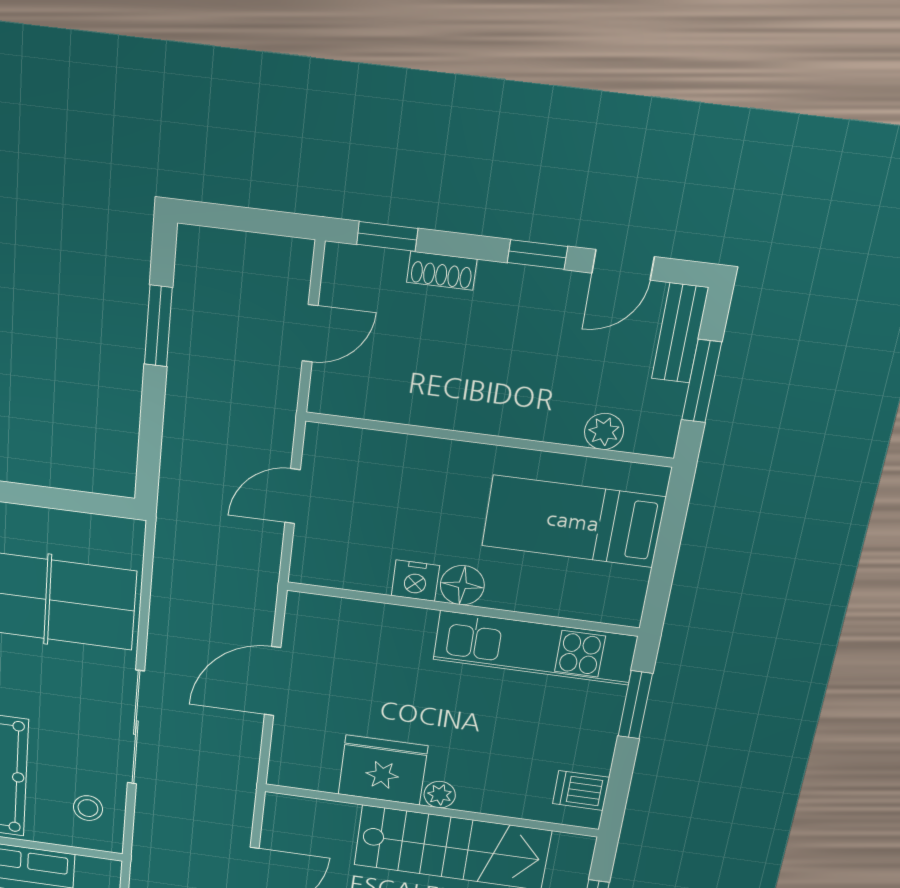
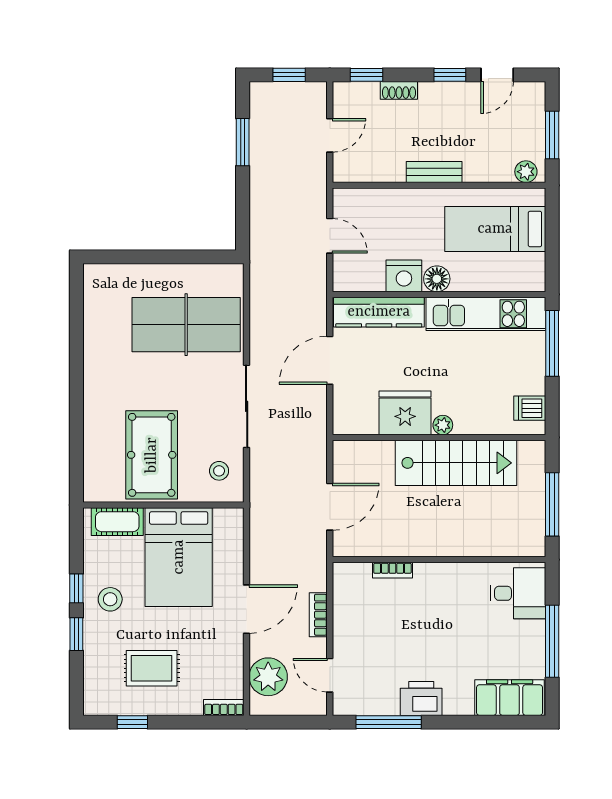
window: (249, 220) -> (289, 75), added
bench: (680, 333) -> (434, 172), moved, turned 90
plant: (604, 431) -> (526, 172), moved
door: (293, 496) -> (330, 236), swing flipped
nightstand: (415, 581) -> (404, 276), width x1.36, depth x1.33
kitchen counter: (360, 622) -> (379, 312), added
window: (635, 705) -> (552, 343), width x1.44

